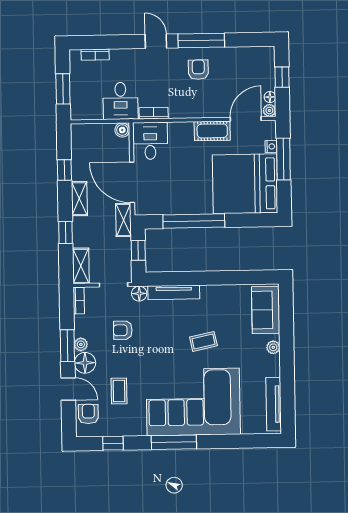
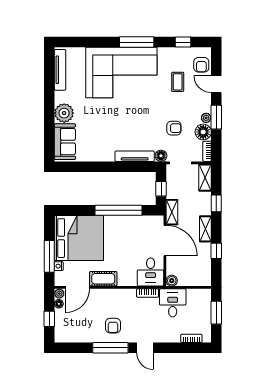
coffee table: (203, 341) -> (113, 118), removed
plant: (273, 347) -> (64, 113), width x1.87, depth x1.87
floor lamp: (85, 363) -> (203, 132), moved

